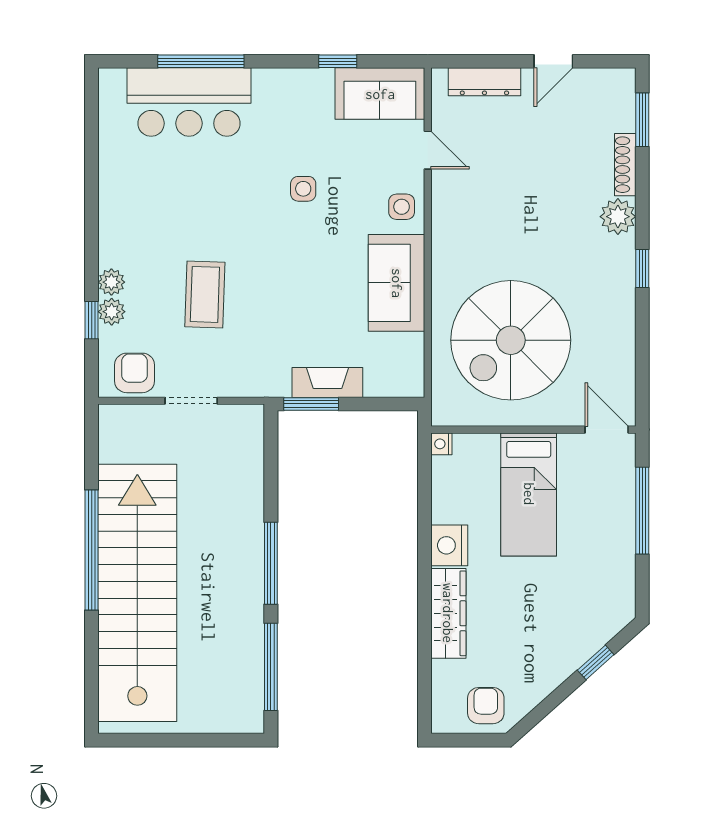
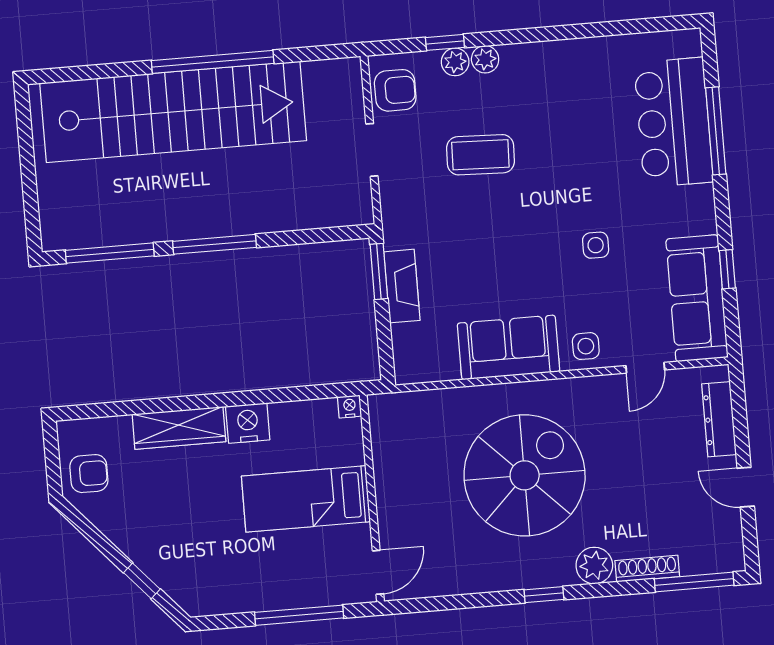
sofa: (380, 94) -> (697, 298), width x1.36
window: (642, 120) -> (694, 582), width x1.44
spiral stairs: (511, 340) -> (525, 475), moved, turned 90

